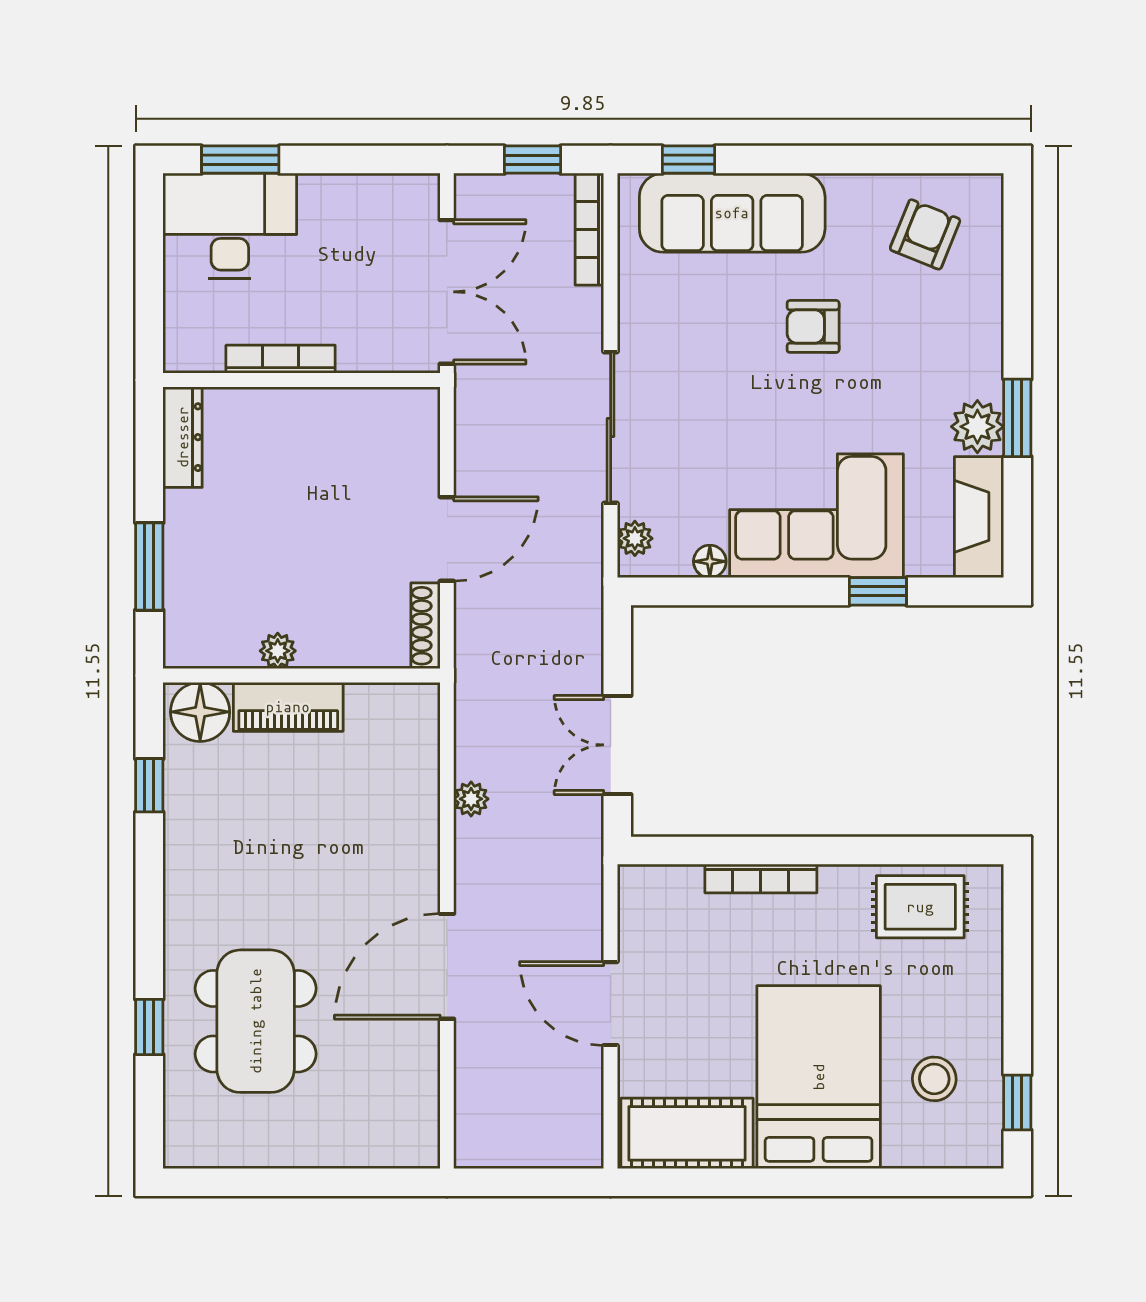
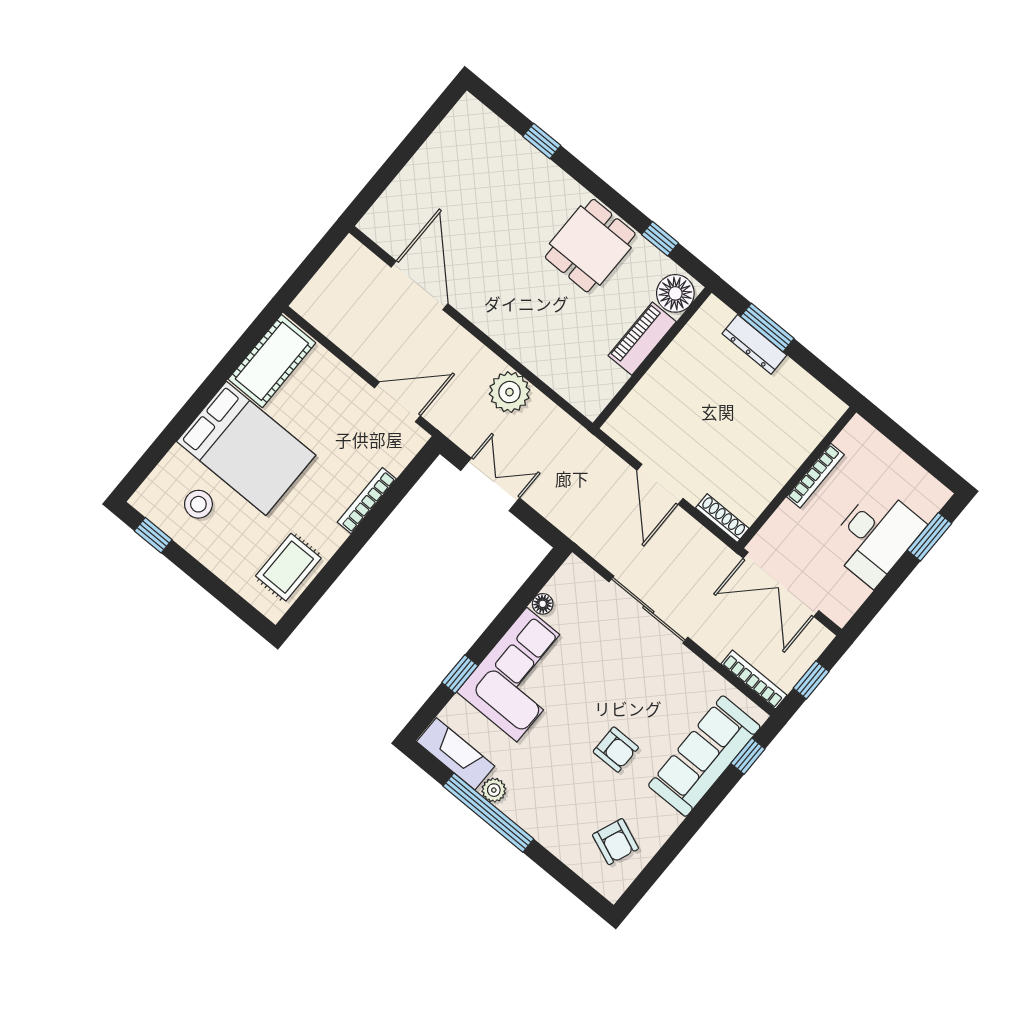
desk: (230, 226) -> (875, 536), moved
armchair: (813, 326) -> (616, 750), turned 90
window: (1017, 418) -> (488, 813), width x2.11
plant: (977, 427) -> (494, 790), width x0.73, depth x0.73
dresser: (183, 437) -> (754, 344), moved
plant: (635, 538) -> (584, 577), removed
shoe rack: (426, 626) -> (722, 518), moved
plant: (278, 651) -> (674, 356), removed
plant: (471, 799) -> (510, 392), width x1.87, depth x1.87
door: (447, 966) -> (420, 285), moved
door: (611, 1004) -> (397, 402), moved
dining table: (256, 1021) -> (590, 246), moved, width x0.73

